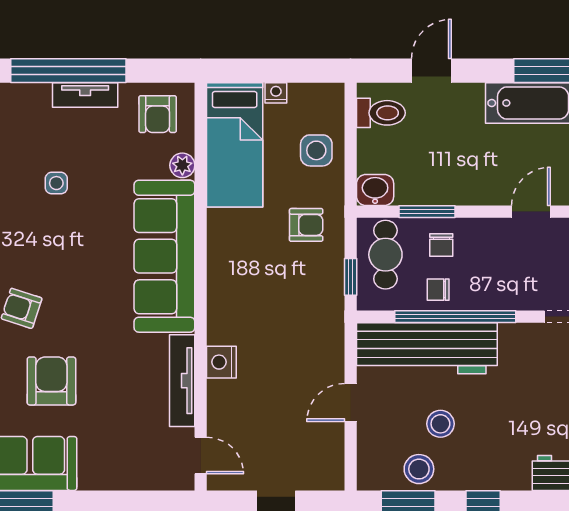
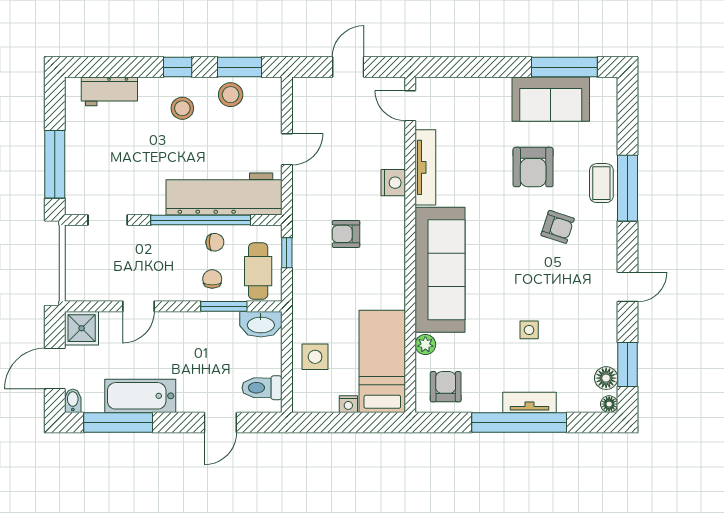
tv unit: (85, 95) -> (529, 402), moved
washbasin: (375, 190) -> (261, 324), width x1.38
armchair: (306, 225) -> (346, 234), moved
stool: (440, 424) -> (182, 108), moved

